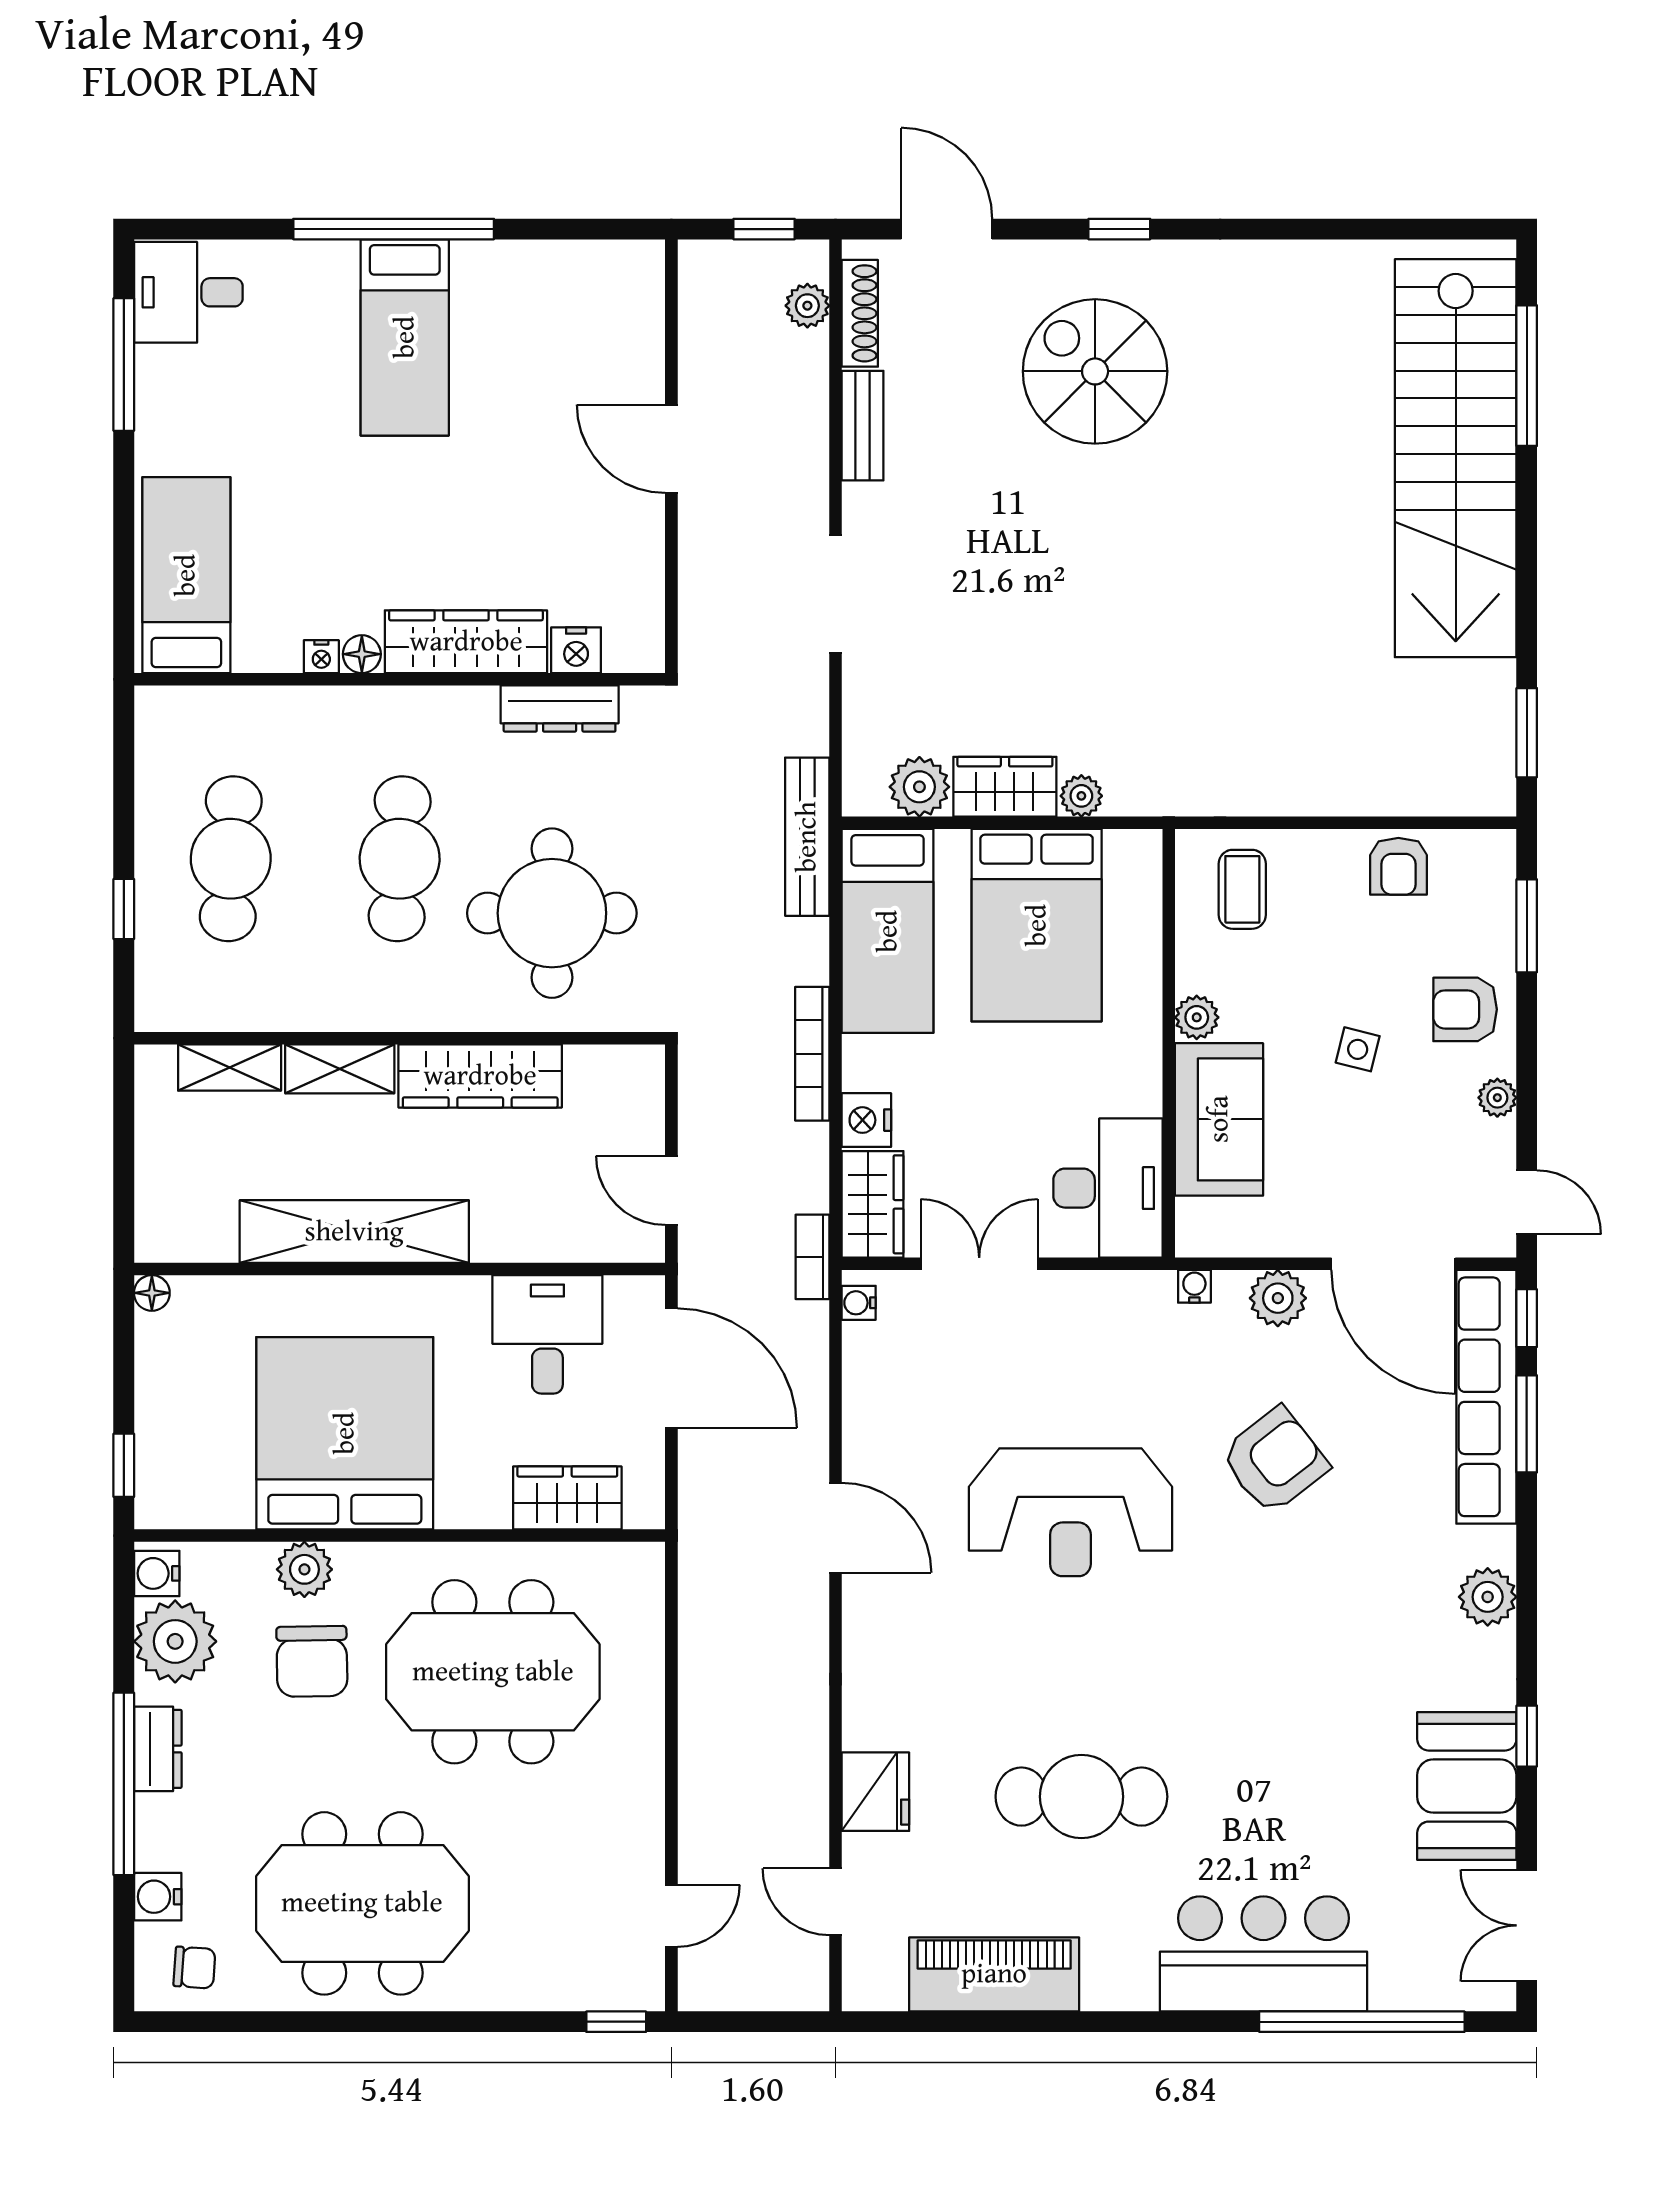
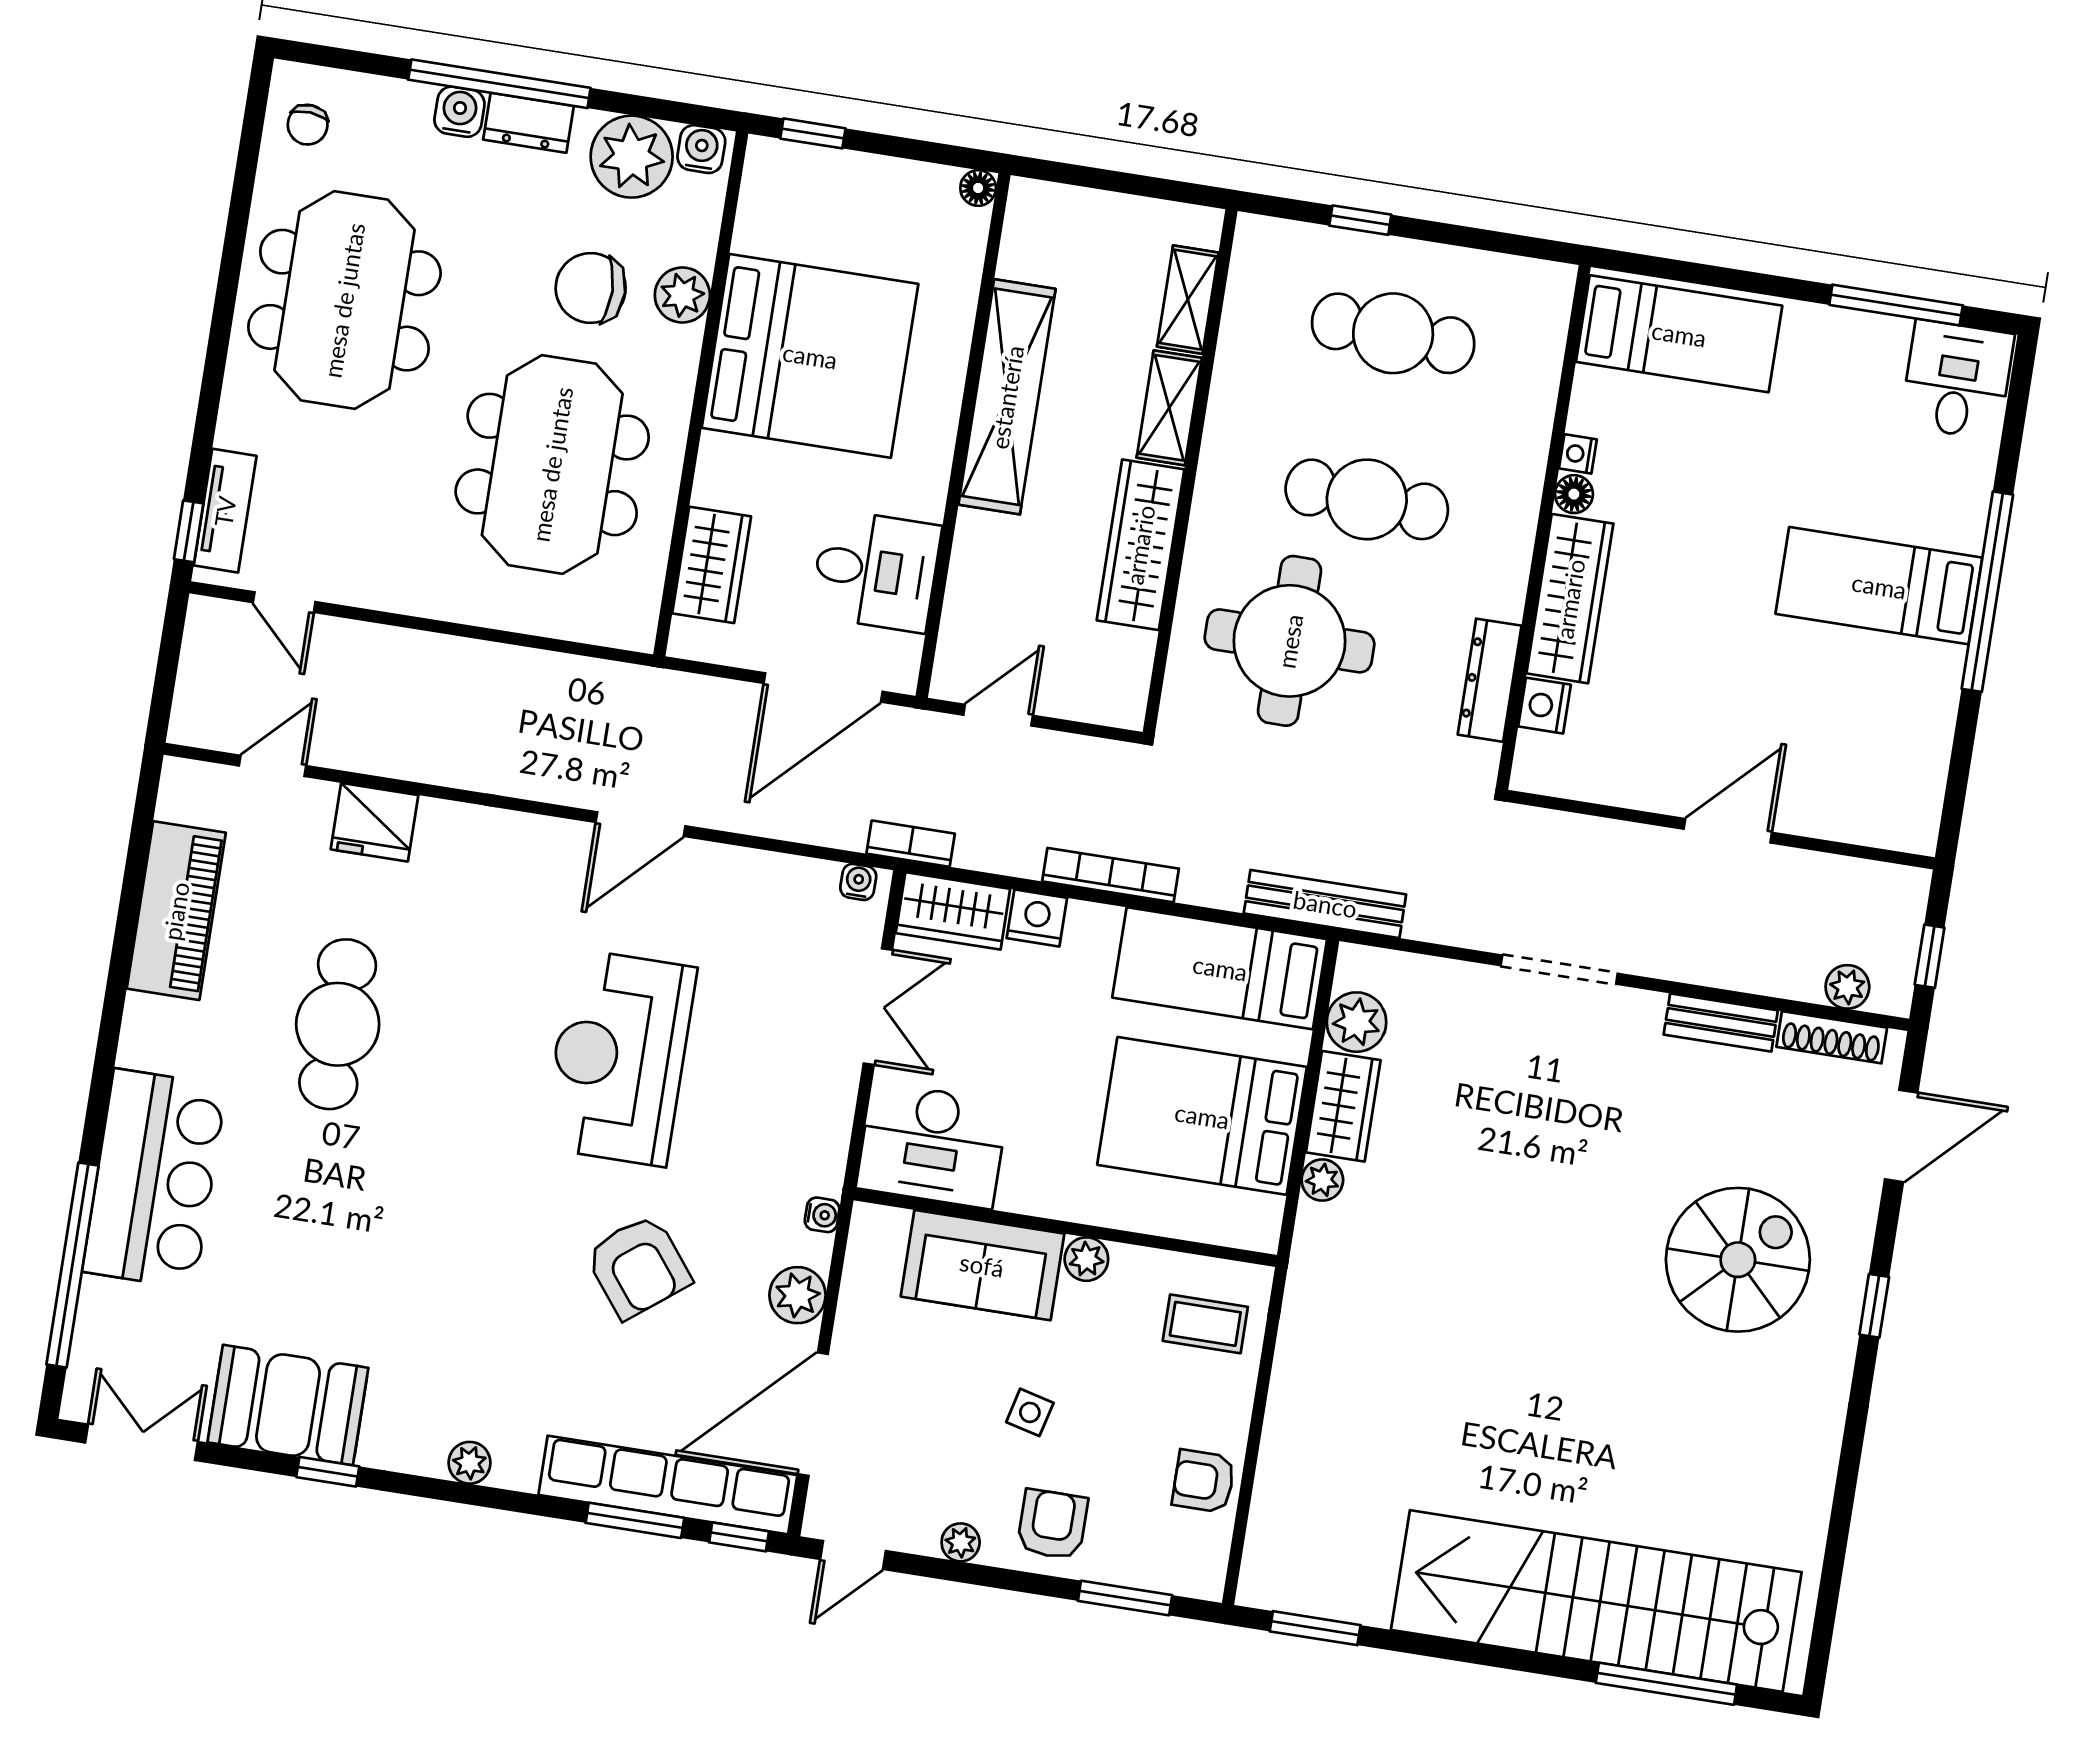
plant: (1488, 1597) -> (470, 1463), width x0.73, depth x0.73
water cooler: (158, 1897) -> (459, 112), moved
tv unit: (590, 1989) -> (225, 511), added

